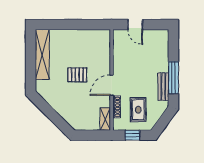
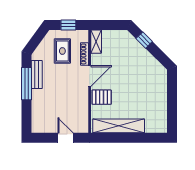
shelving: (42, 55) -> (119, 126), moved, turned 90
pallet: (77, 75) -> (102, 97), moved
window: (58, 120) -> (144, 40), added

